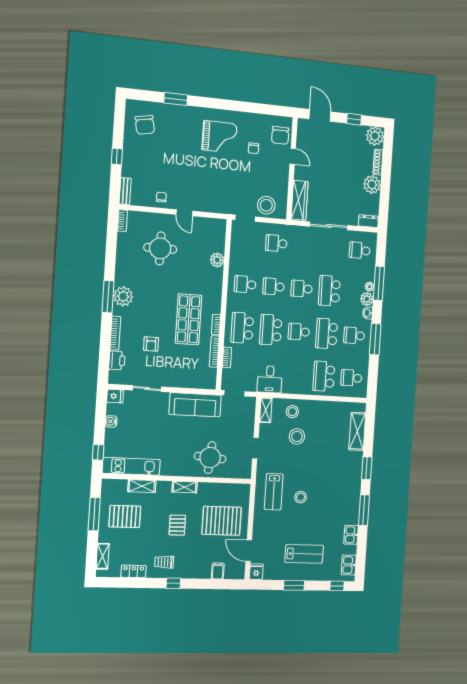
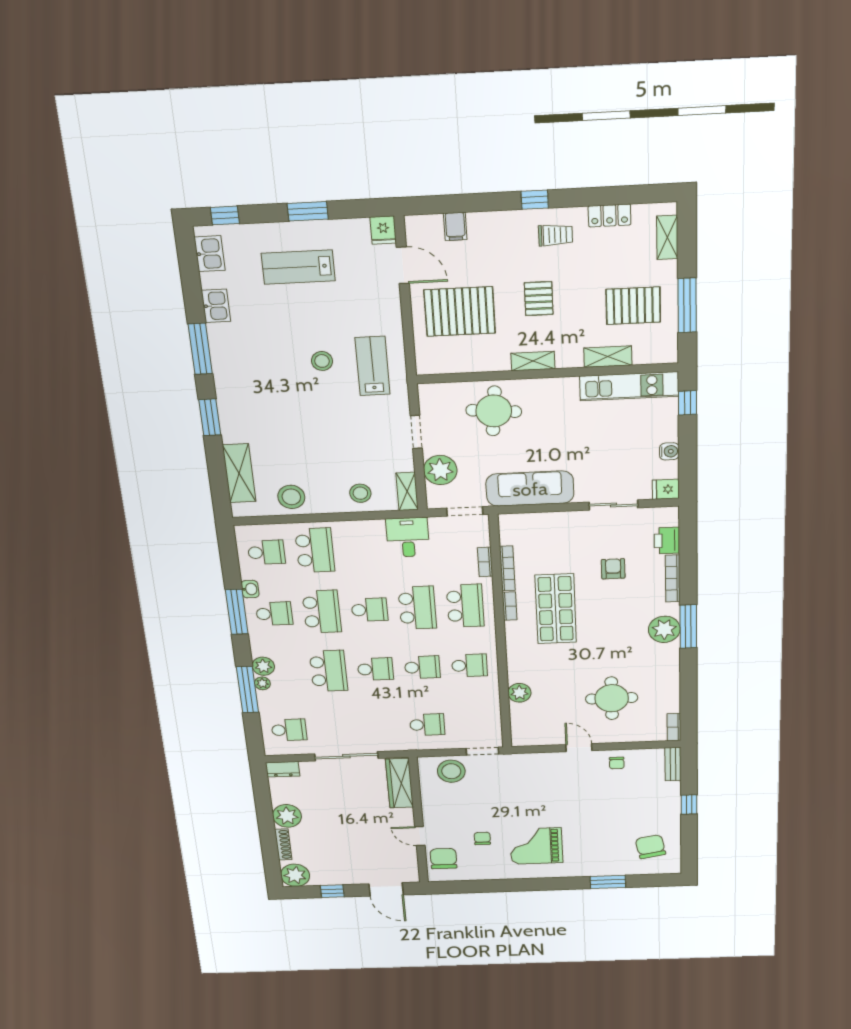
washbasin: (368, 313) -> (250, 589), moved
plant: (245, 422) -> (440, 470), added
stool: (297, 436) -> (291, 497), moved

